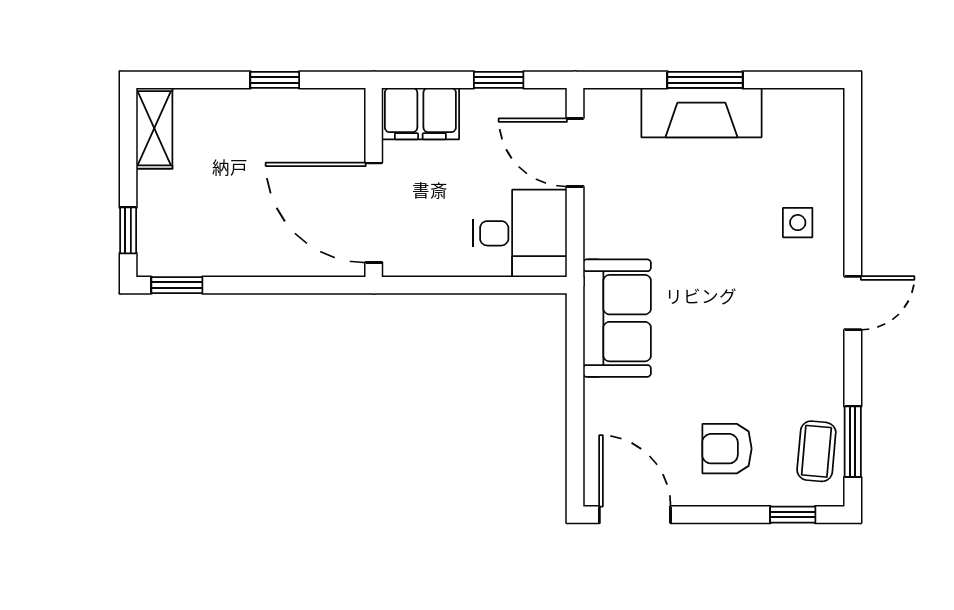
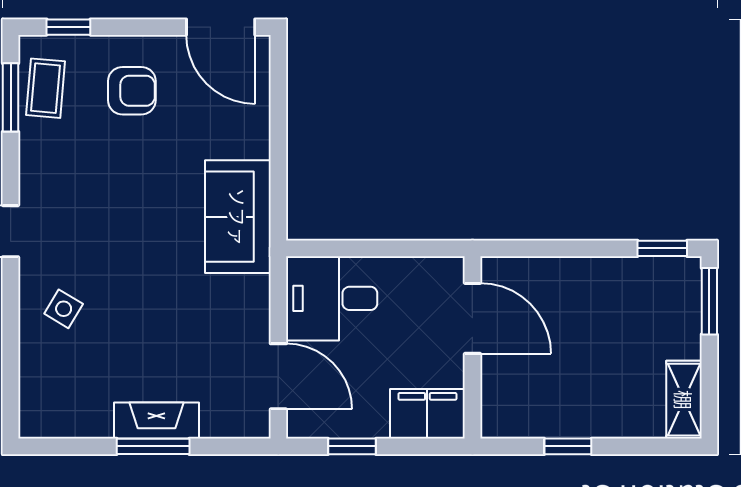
fireplace: (701, 113) -> (156, 421), width x0.73, depth x0.76
door: (374, 213) -> (472, 318), width x0.73
side table: (798, 223) -> (64, 309), turned 31
window: (128, 230) -> (709, 301), width x1.50

